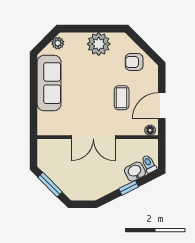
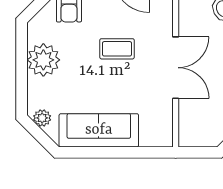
coffee table: (122, 98) -> (117, 49), moved

